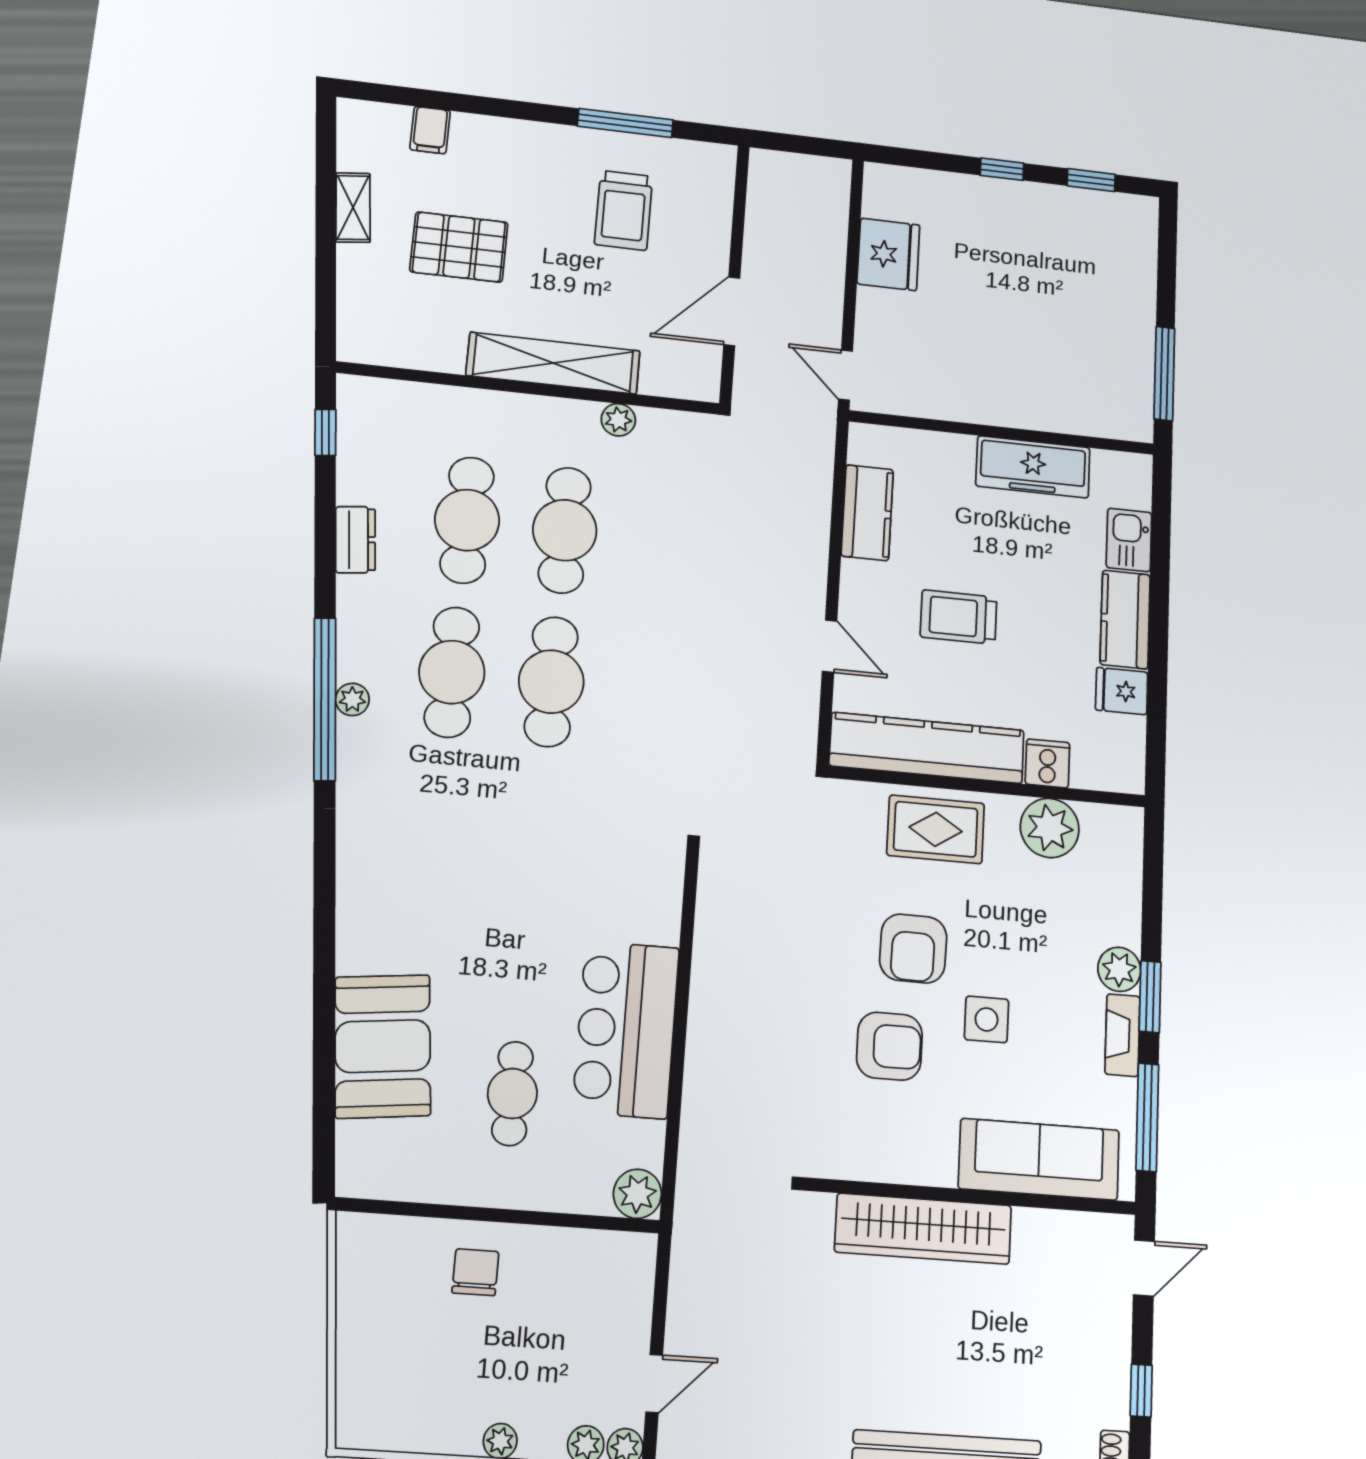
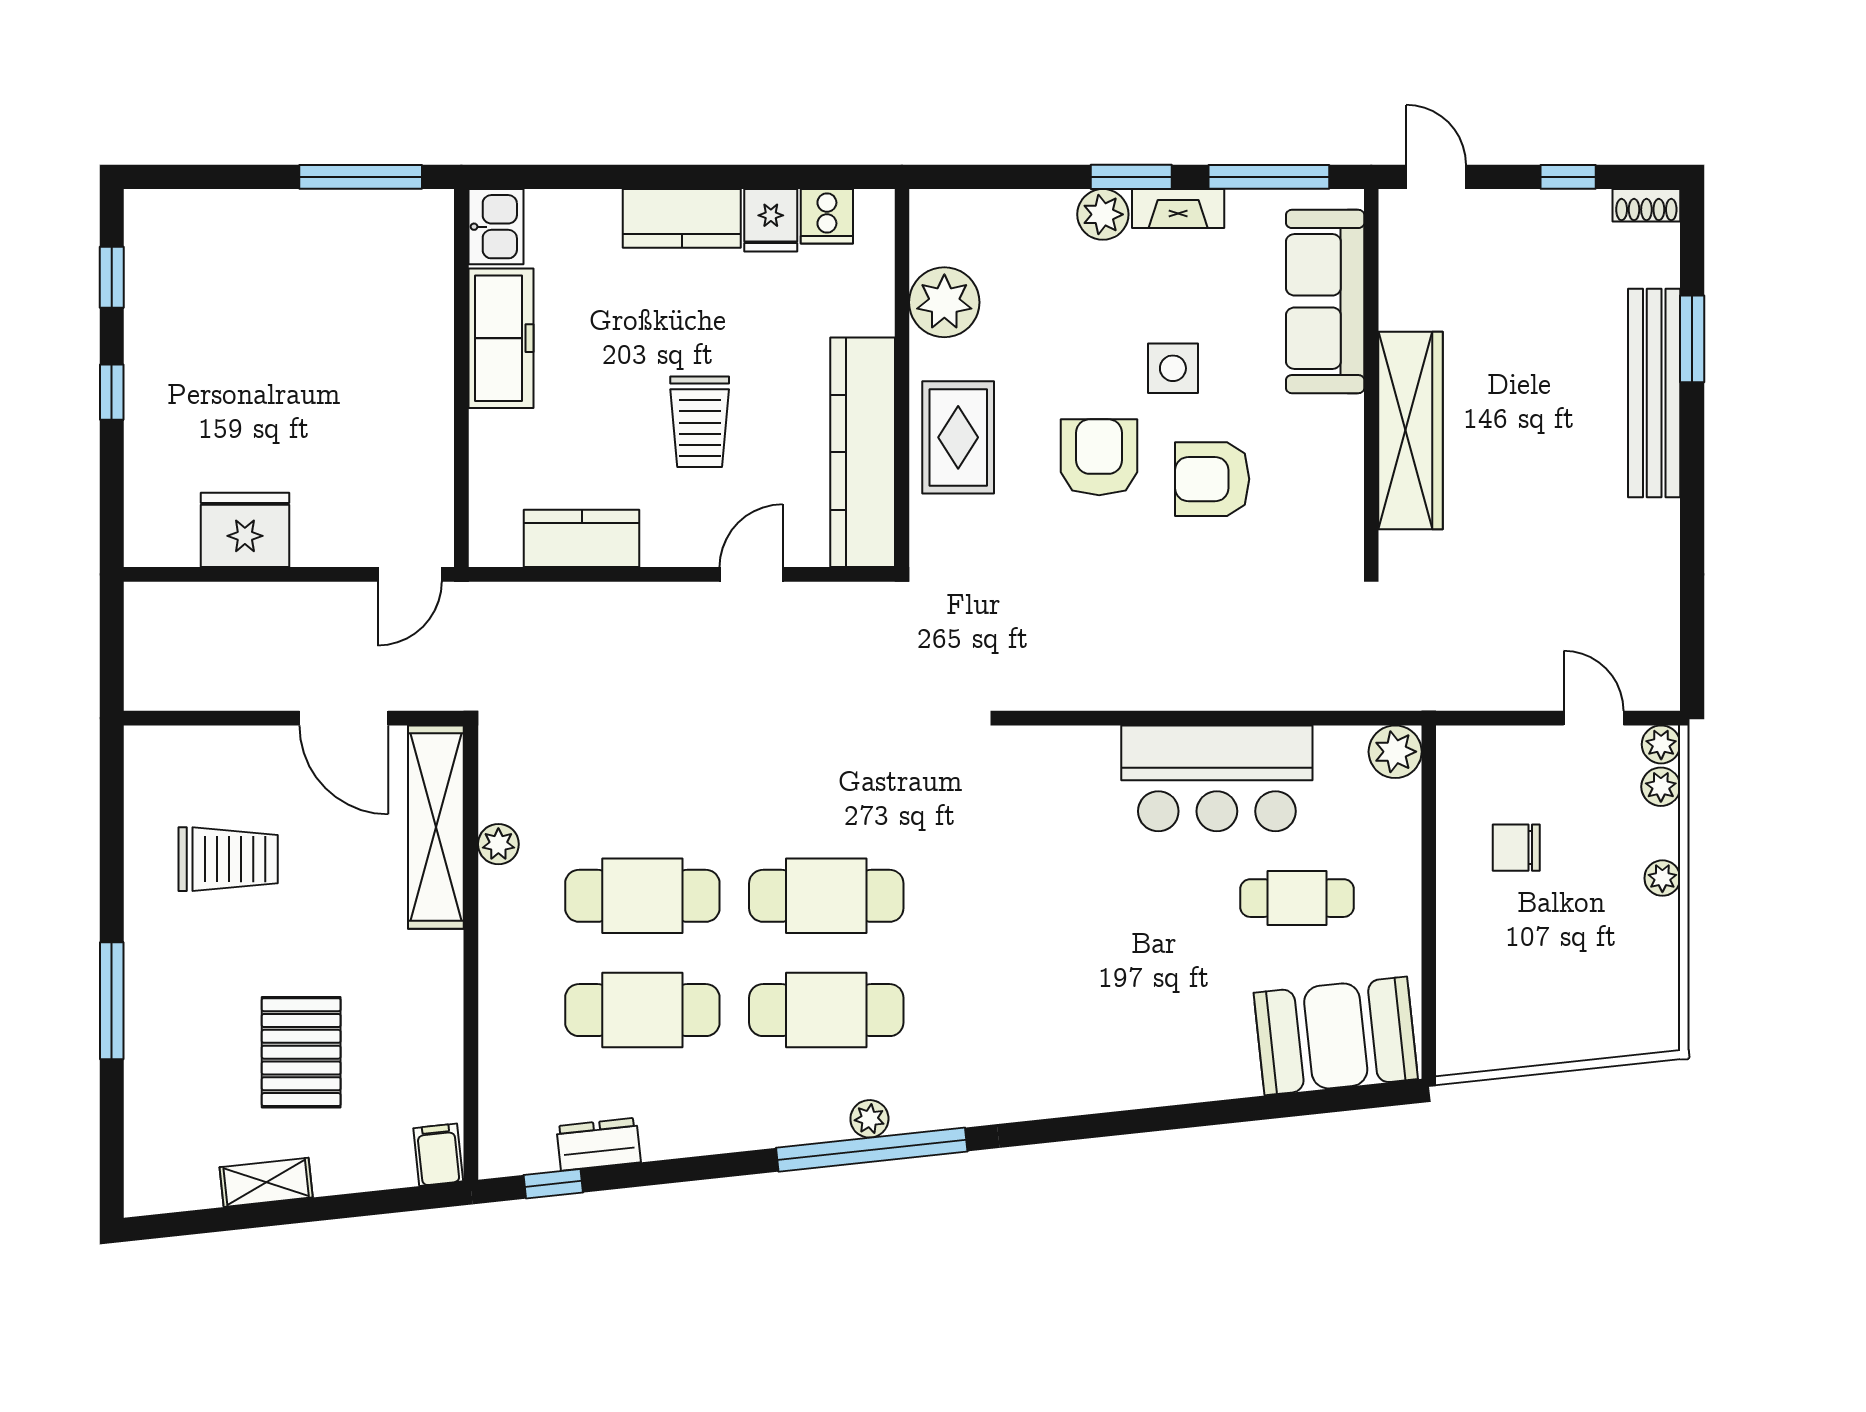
window: (625, 123) -> (112, 1001), moved
filing cabinet: (430, 130) -> (438, 1155), moved, turned -96
shelving: (553, 363) -> (436, 827), moved
dresser: (355, 540) -> (598, 1144), moved
kitchen sink: (1129, 540) -> (496, 227), moved, turned -90
cooker: (1047, 763) -> (827, 216), moved, turned -90
armchair: (913, 949) -> (1099, 457), turned -91
booth: (383, 1046) -> (1336, 1036), moved
armchair: (889, 1046) -> (1212, 479), turned -90
chair: (475, 1272) -> (1516, 848), moved

